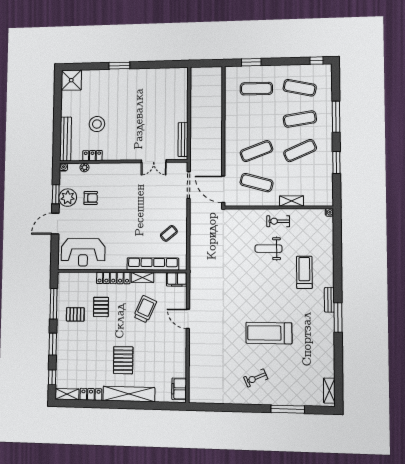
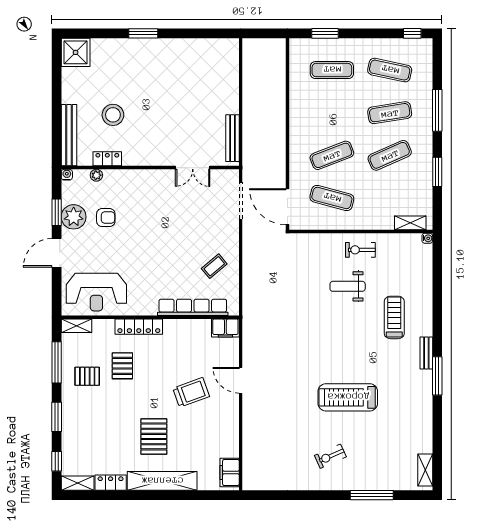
shelving: (291, 201) -> (410, 223), moved
shelving: (143, 277) -> (77, 326), moved
trolley: (145, 309) -> (191, 392), moved, turned 46

